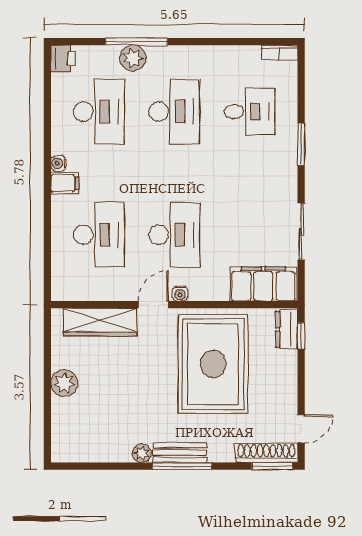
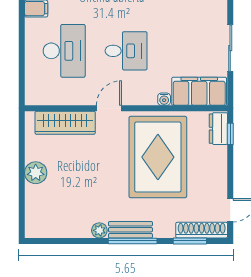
desk: (174, 235) -> (126, 51), width x0.73
water cooler: (180, 294) -> (164, 99), moved
window: (272, 466) -> (190, 241), moved

